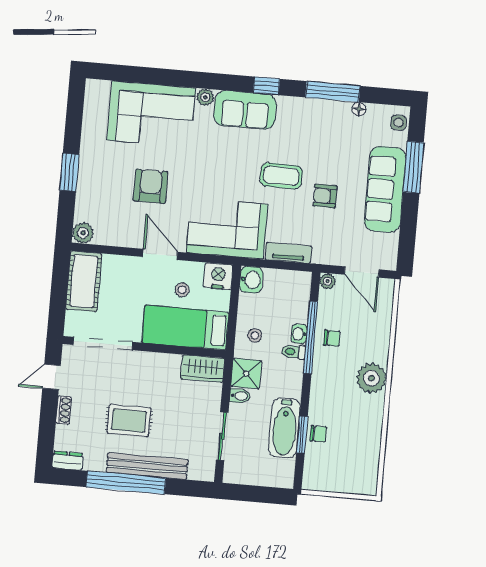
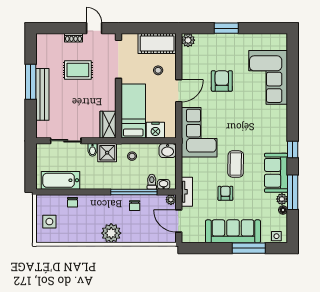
plant: (205, 97) -> (282, 199), moved
sofa: (245, 110) -> (276, 173), moved
armchair: (151, 186) -> (222, 81), turned -90
tv unit: (288, 253) -> (187, 192), moved
door: (362, 272) -> (179, 221), hinge flipped
nightstand: (218, 276) -> (155, 130), moved, turned 90
stool: (182, 290) -> (158, 70), moved
washbasin: (299, 334) -> (164, 184), moved
toilet: (293, 352) -> (152, 182), moved
rug: (129, 421) -> (78, 70), moved, turned 90
bathtub: (285, 428) -> (60, 180), moved
window: (302, 435) -> (71, 192), removed
dresser: (68, 461) -> (41, 43), removed
side table: (345, 472) -> (49, 222), added
window: (126, 482) -> (31, 82), width x0.68

